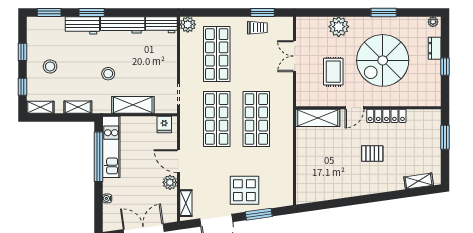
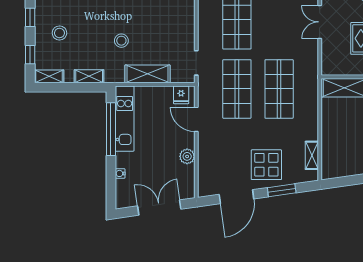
door: (179, 161) -> (196, 119), moved
shelving: (186, 203) -> (312, 155), moved

